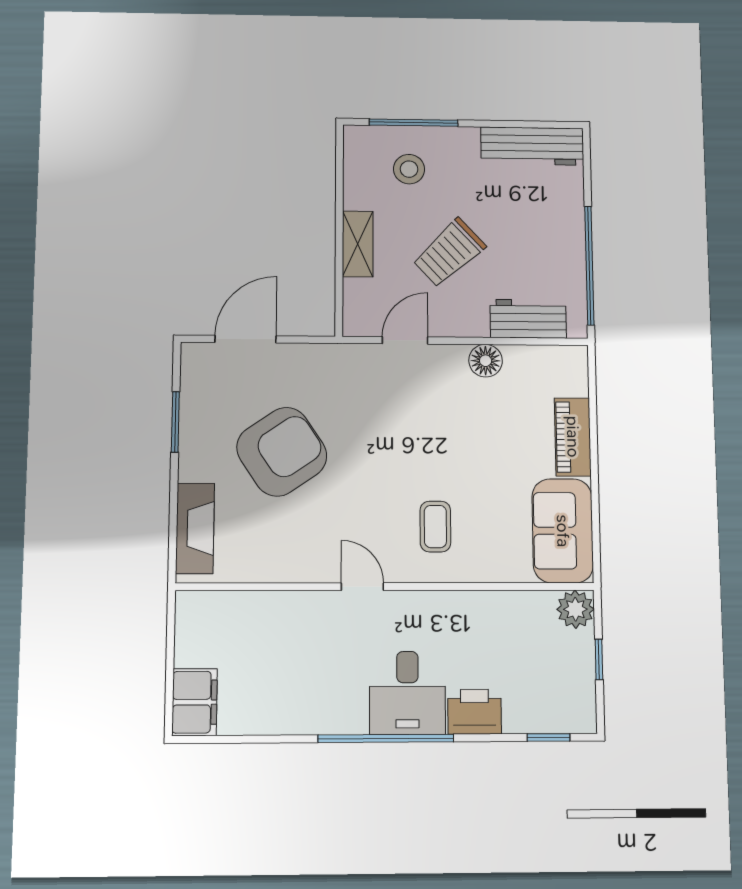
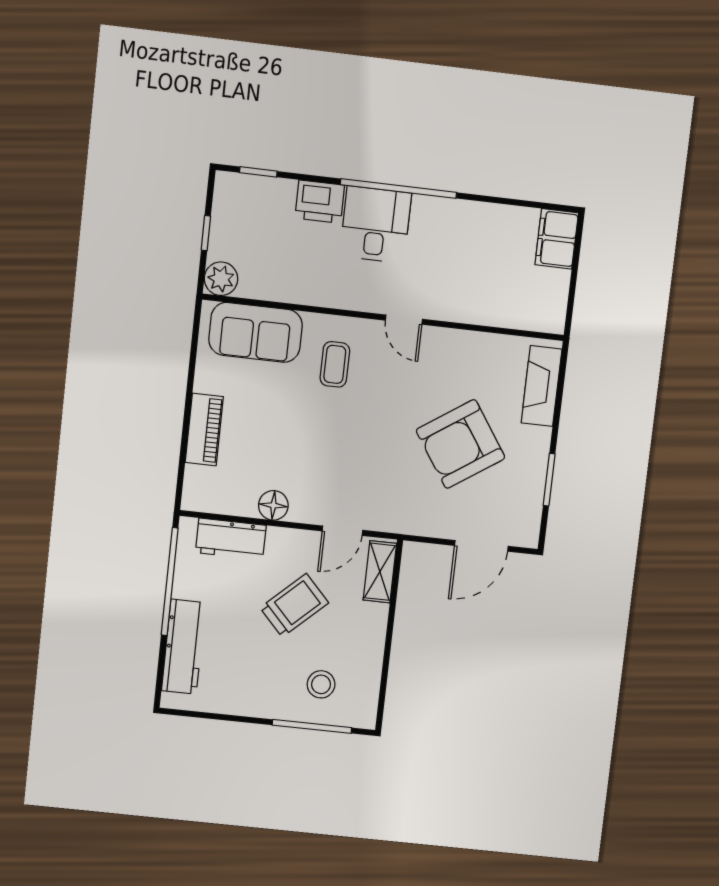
workbench: (532, 146) -> (184, 647), moved, turned 90
shelving: (358, 244) -> (380, 572), moved
sofa: (563, 531) -> (255, 332), moved, turned 90

